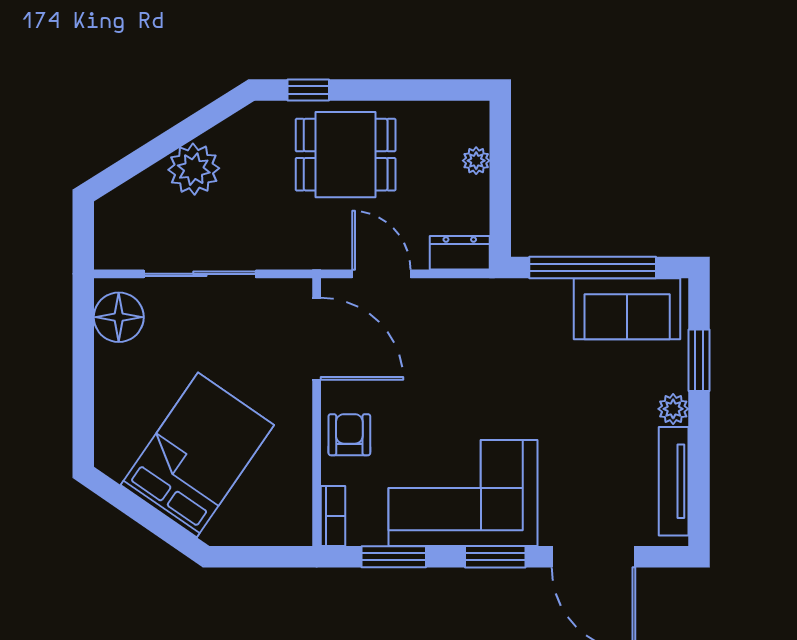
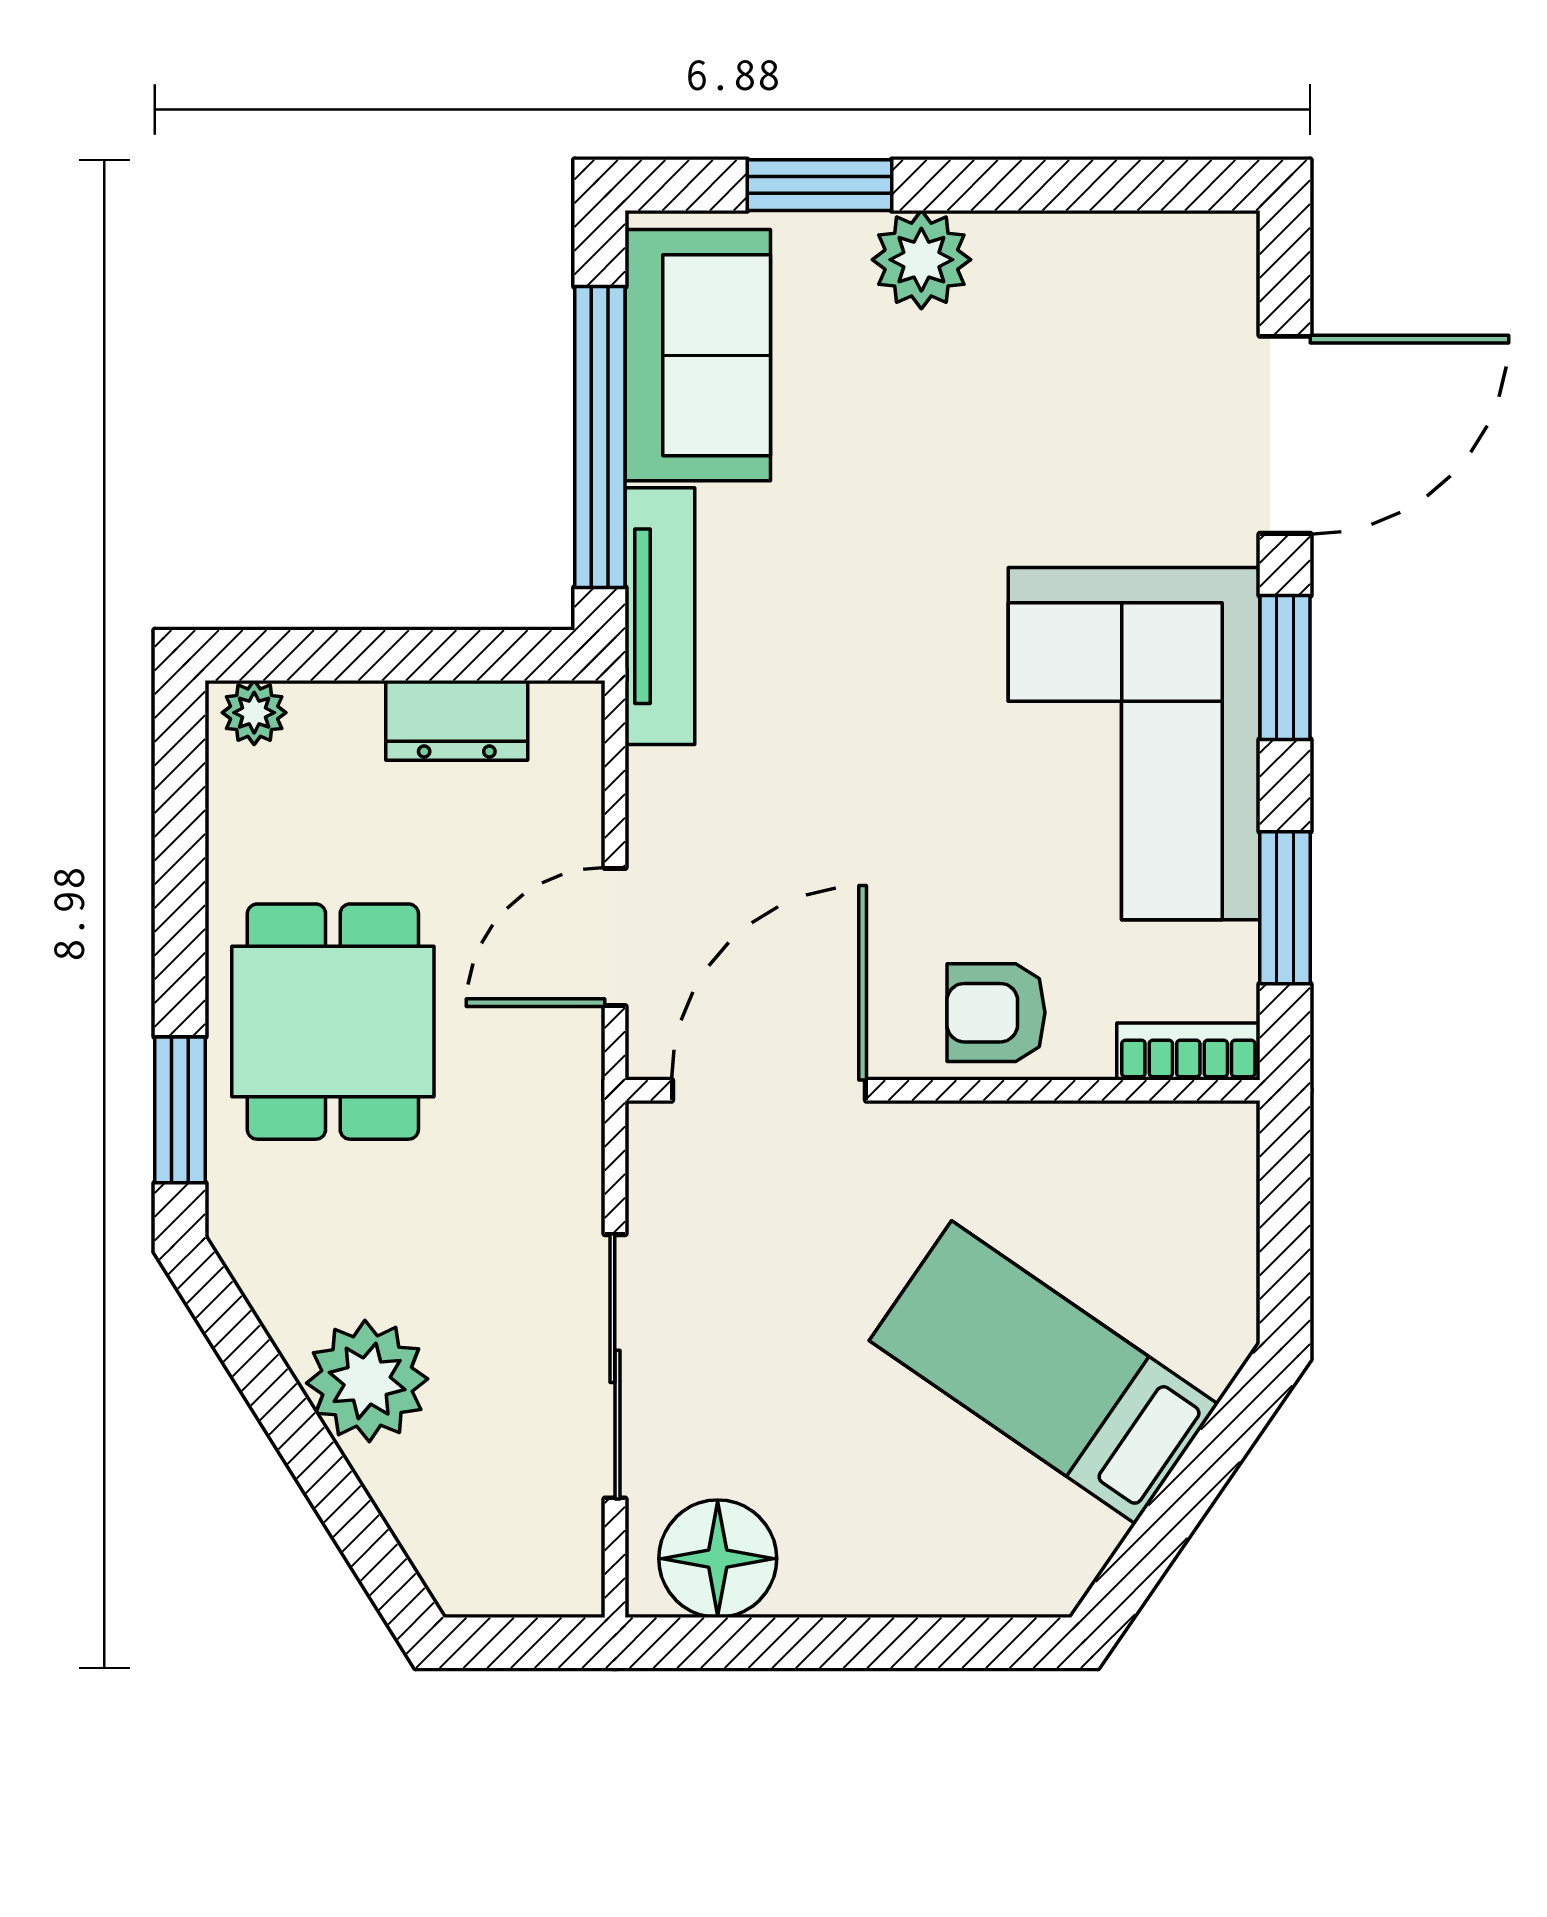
window: (308, 90) -> (180, 1110), width x1.50
plant: (476, 161) -> (254, 713), moved
dresser: (460, 253) -> (457, 720), moved, turned -90
plant: (673, 409) -> (921, 260), width x1.38, depth x1.38
bed: (197, 455) -> (1044, 1372), width x0.67
tv unit: (674, 481) -> (660, 616), moved, turned -90

